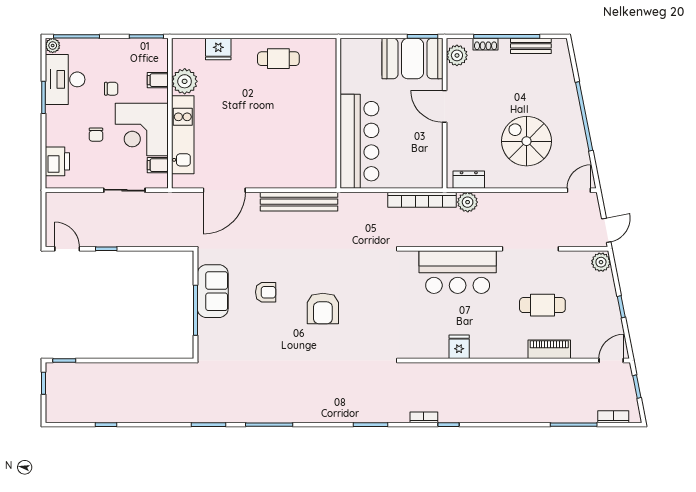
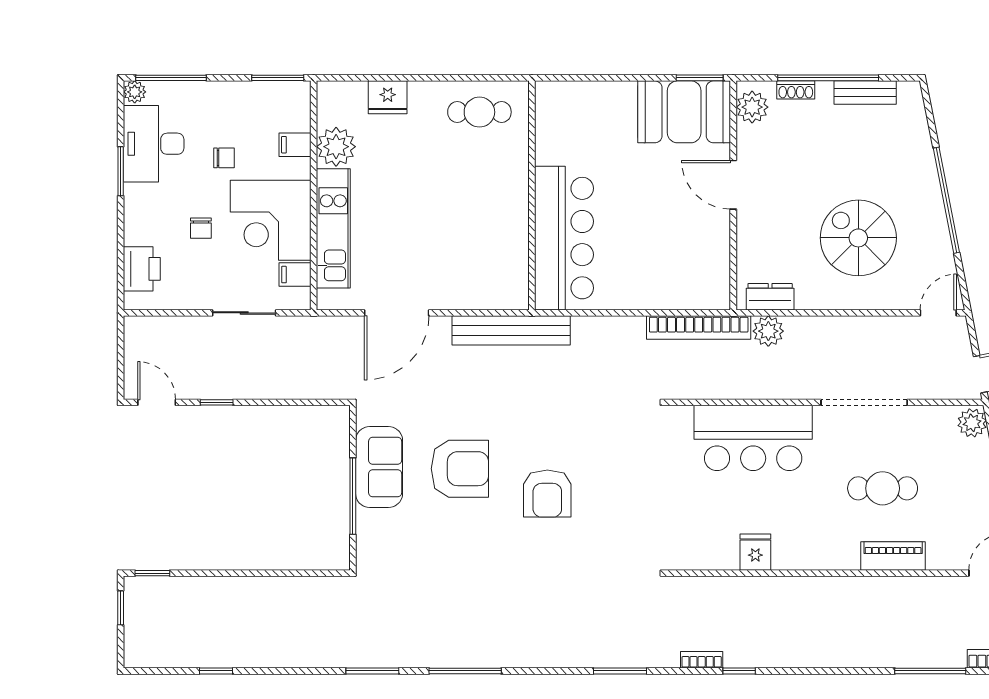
wall: (338, 113) -> (532, 195), moved
bar counter: (359, 141) -> (564, 238), moved
armchair: (266, 292) -> (460, 469), width x1.88, depth x1.88

